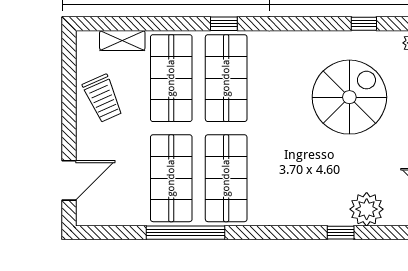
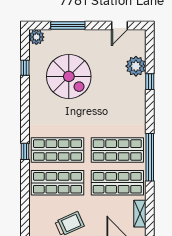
shelving: (122, 40) -> (140, 214), moved
spiral stairs: (349, 97) -> (69, 76), turned 180
window: (186, 233) -> (150, 157), moved

